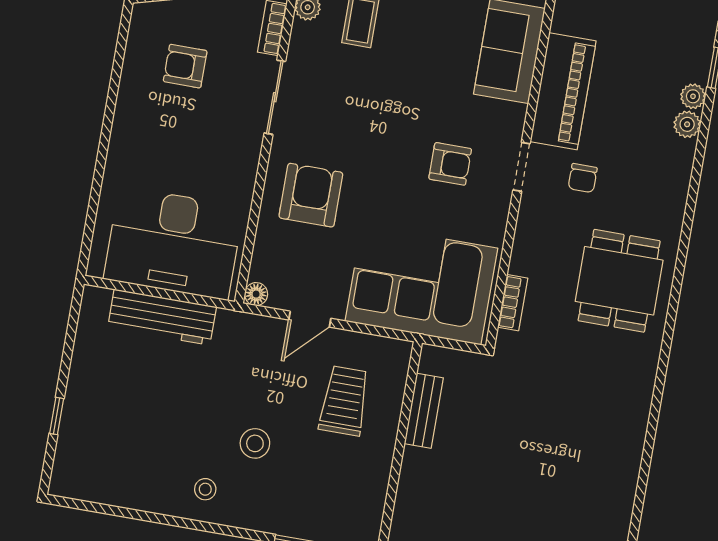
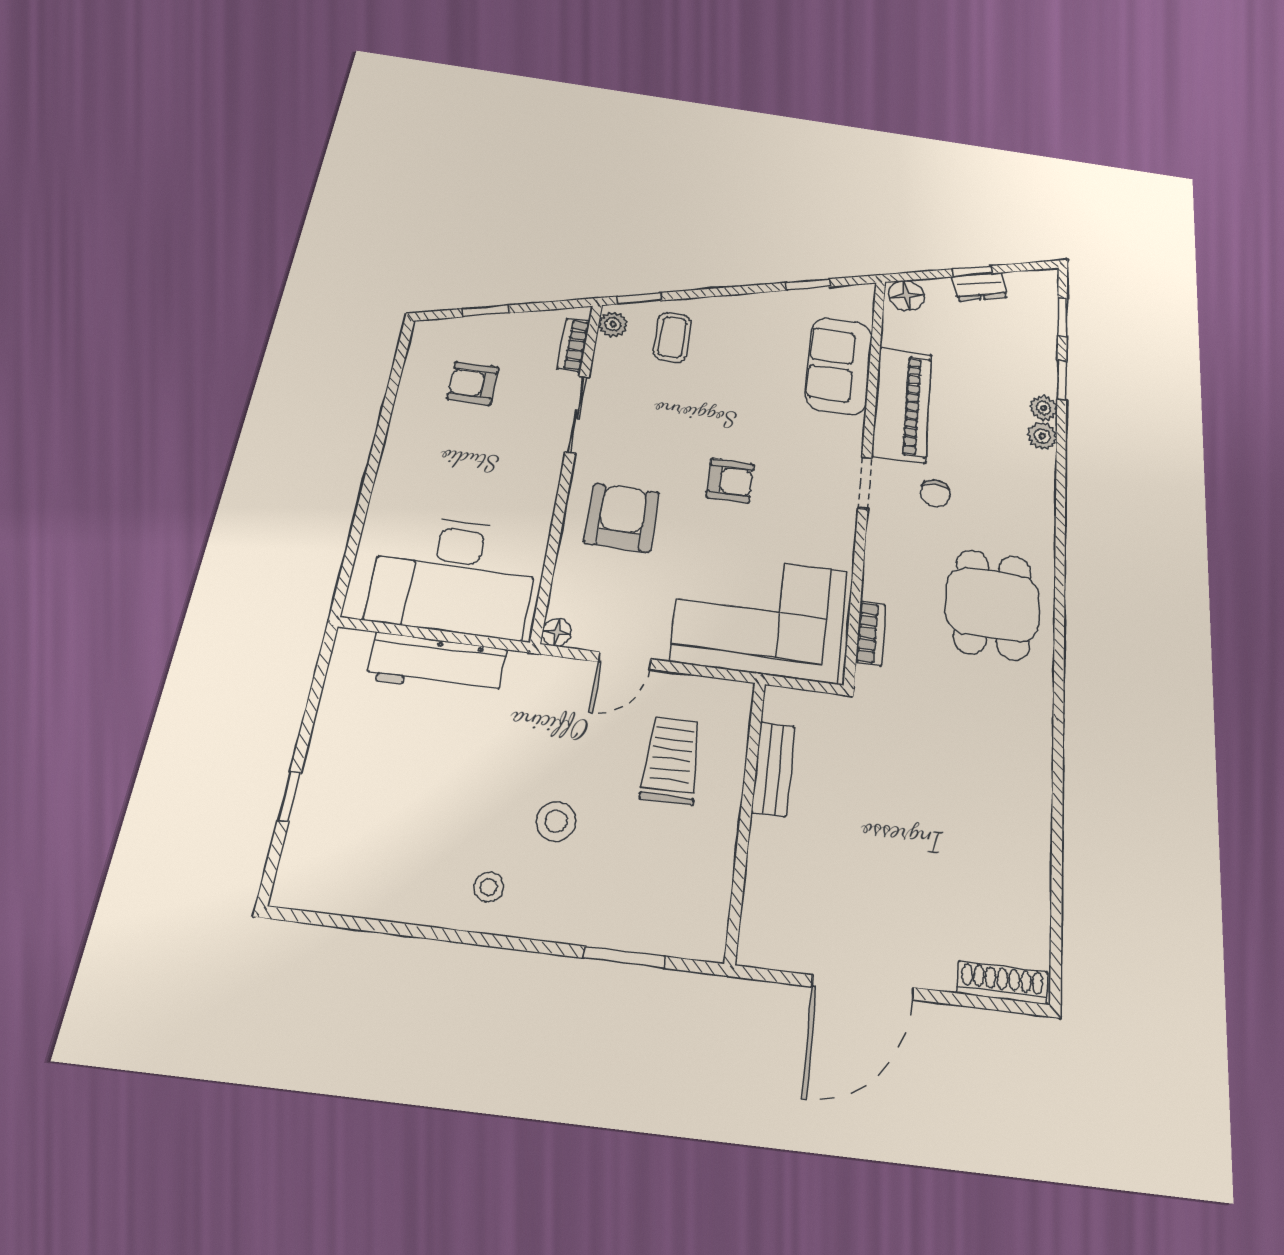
armchair: (450, 164) -> (730, 481), moved

